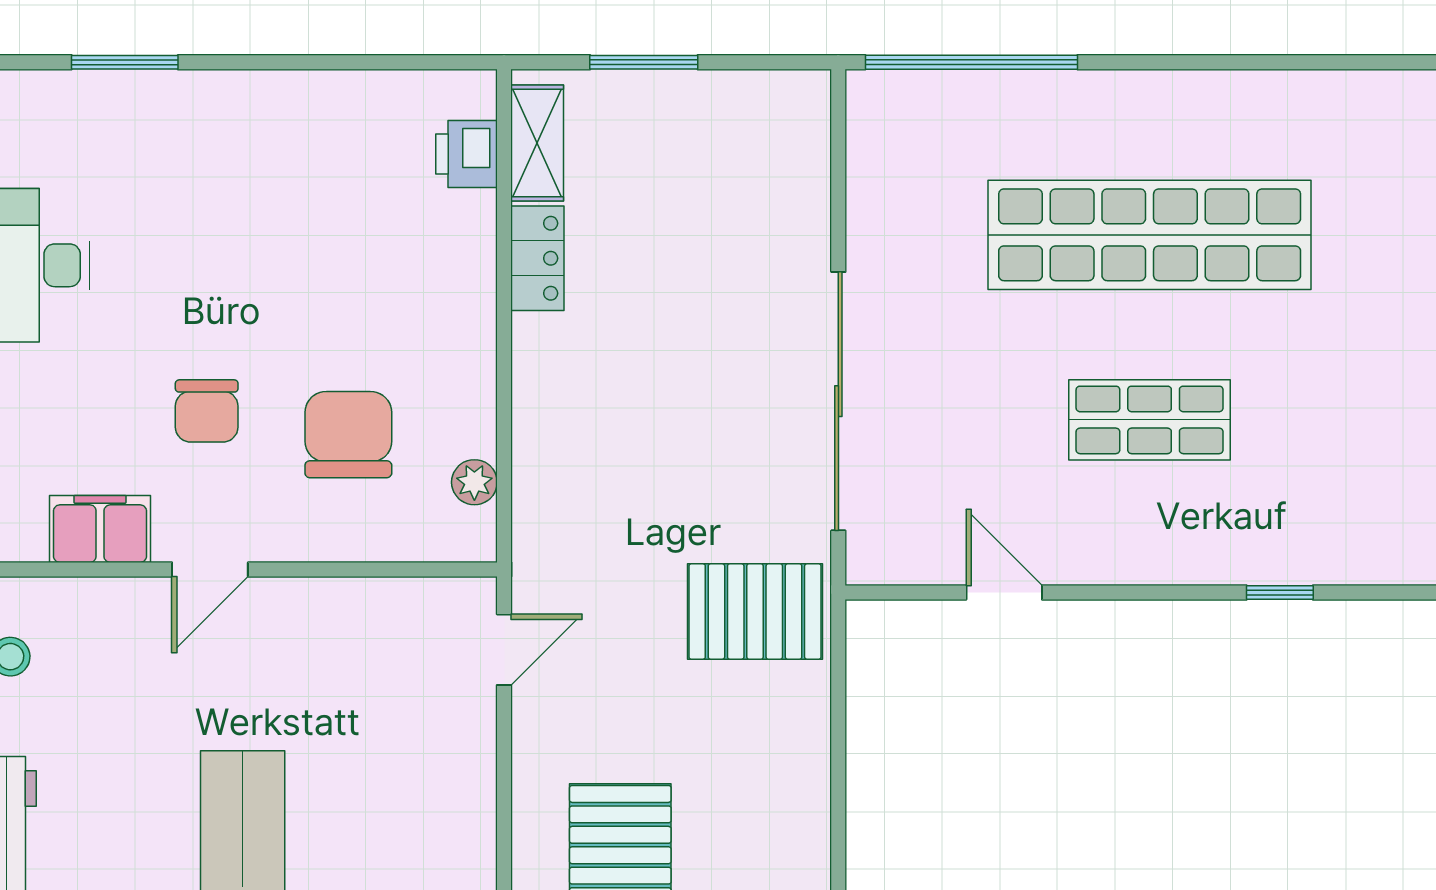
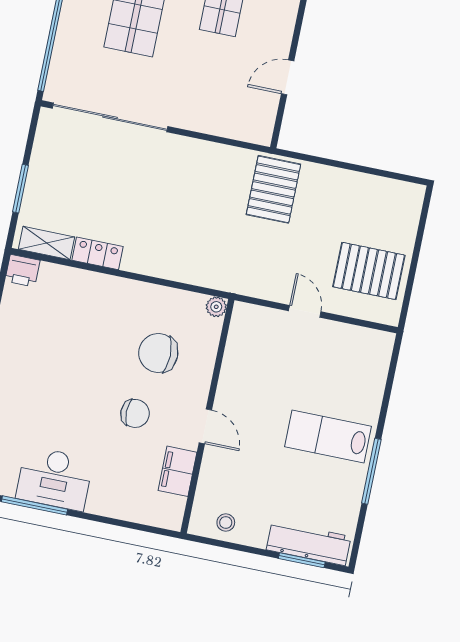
printer: (466, 154) -> (22, 271), moved
sliding door: (838, 401) -> (110, 117), moved
plant: (474, 482) -> (216, 307), moved
door: (504, 650) -> (305, 311), moved

